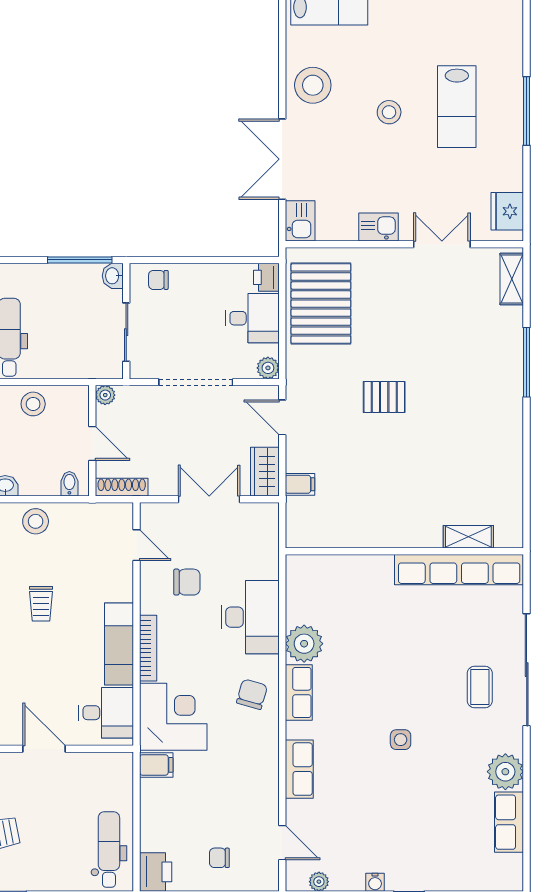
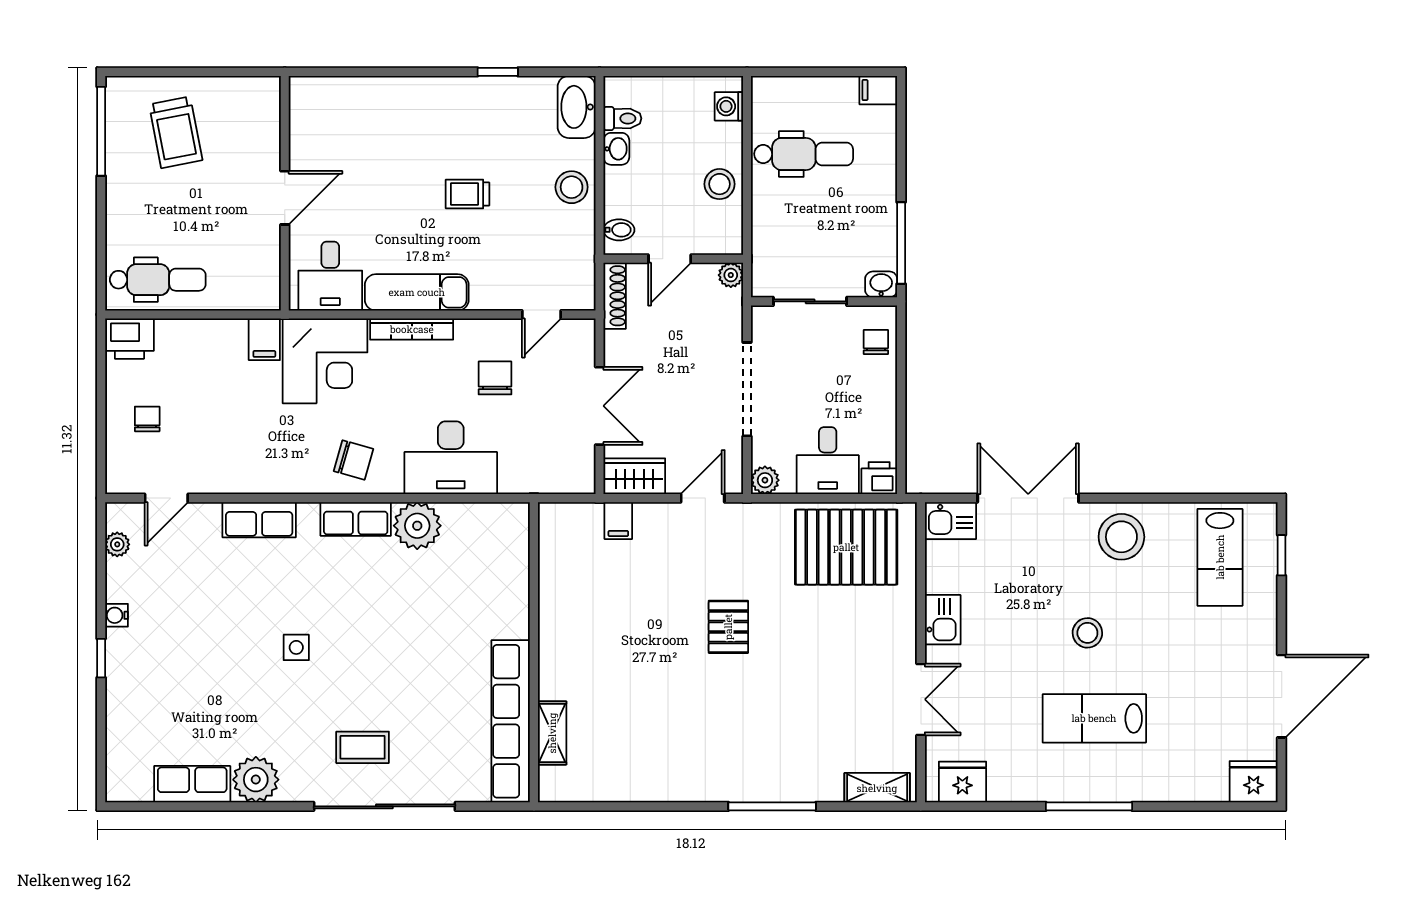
chair: (187, 582) -> (495, 378), turned 180

